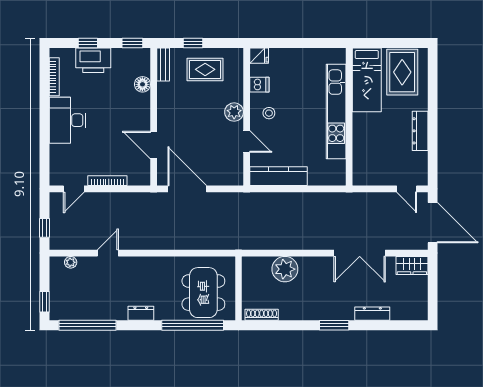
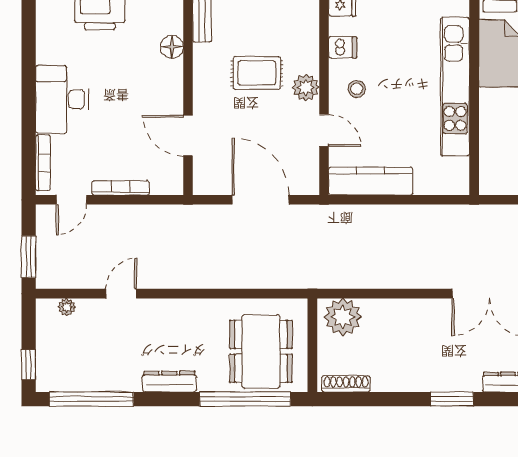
rug: (205, 69) -> (257, 73), moved
bookcase: (54, 77) -> (43, 163), moved
door: (187, 189) -> (261, 200), moved
window: (45, 228) -> (29, 257), width x1.50
plant: (285, 269) -> (343, 317), moved
dresser: (141, 313) -> (169, 382), width x1.44

